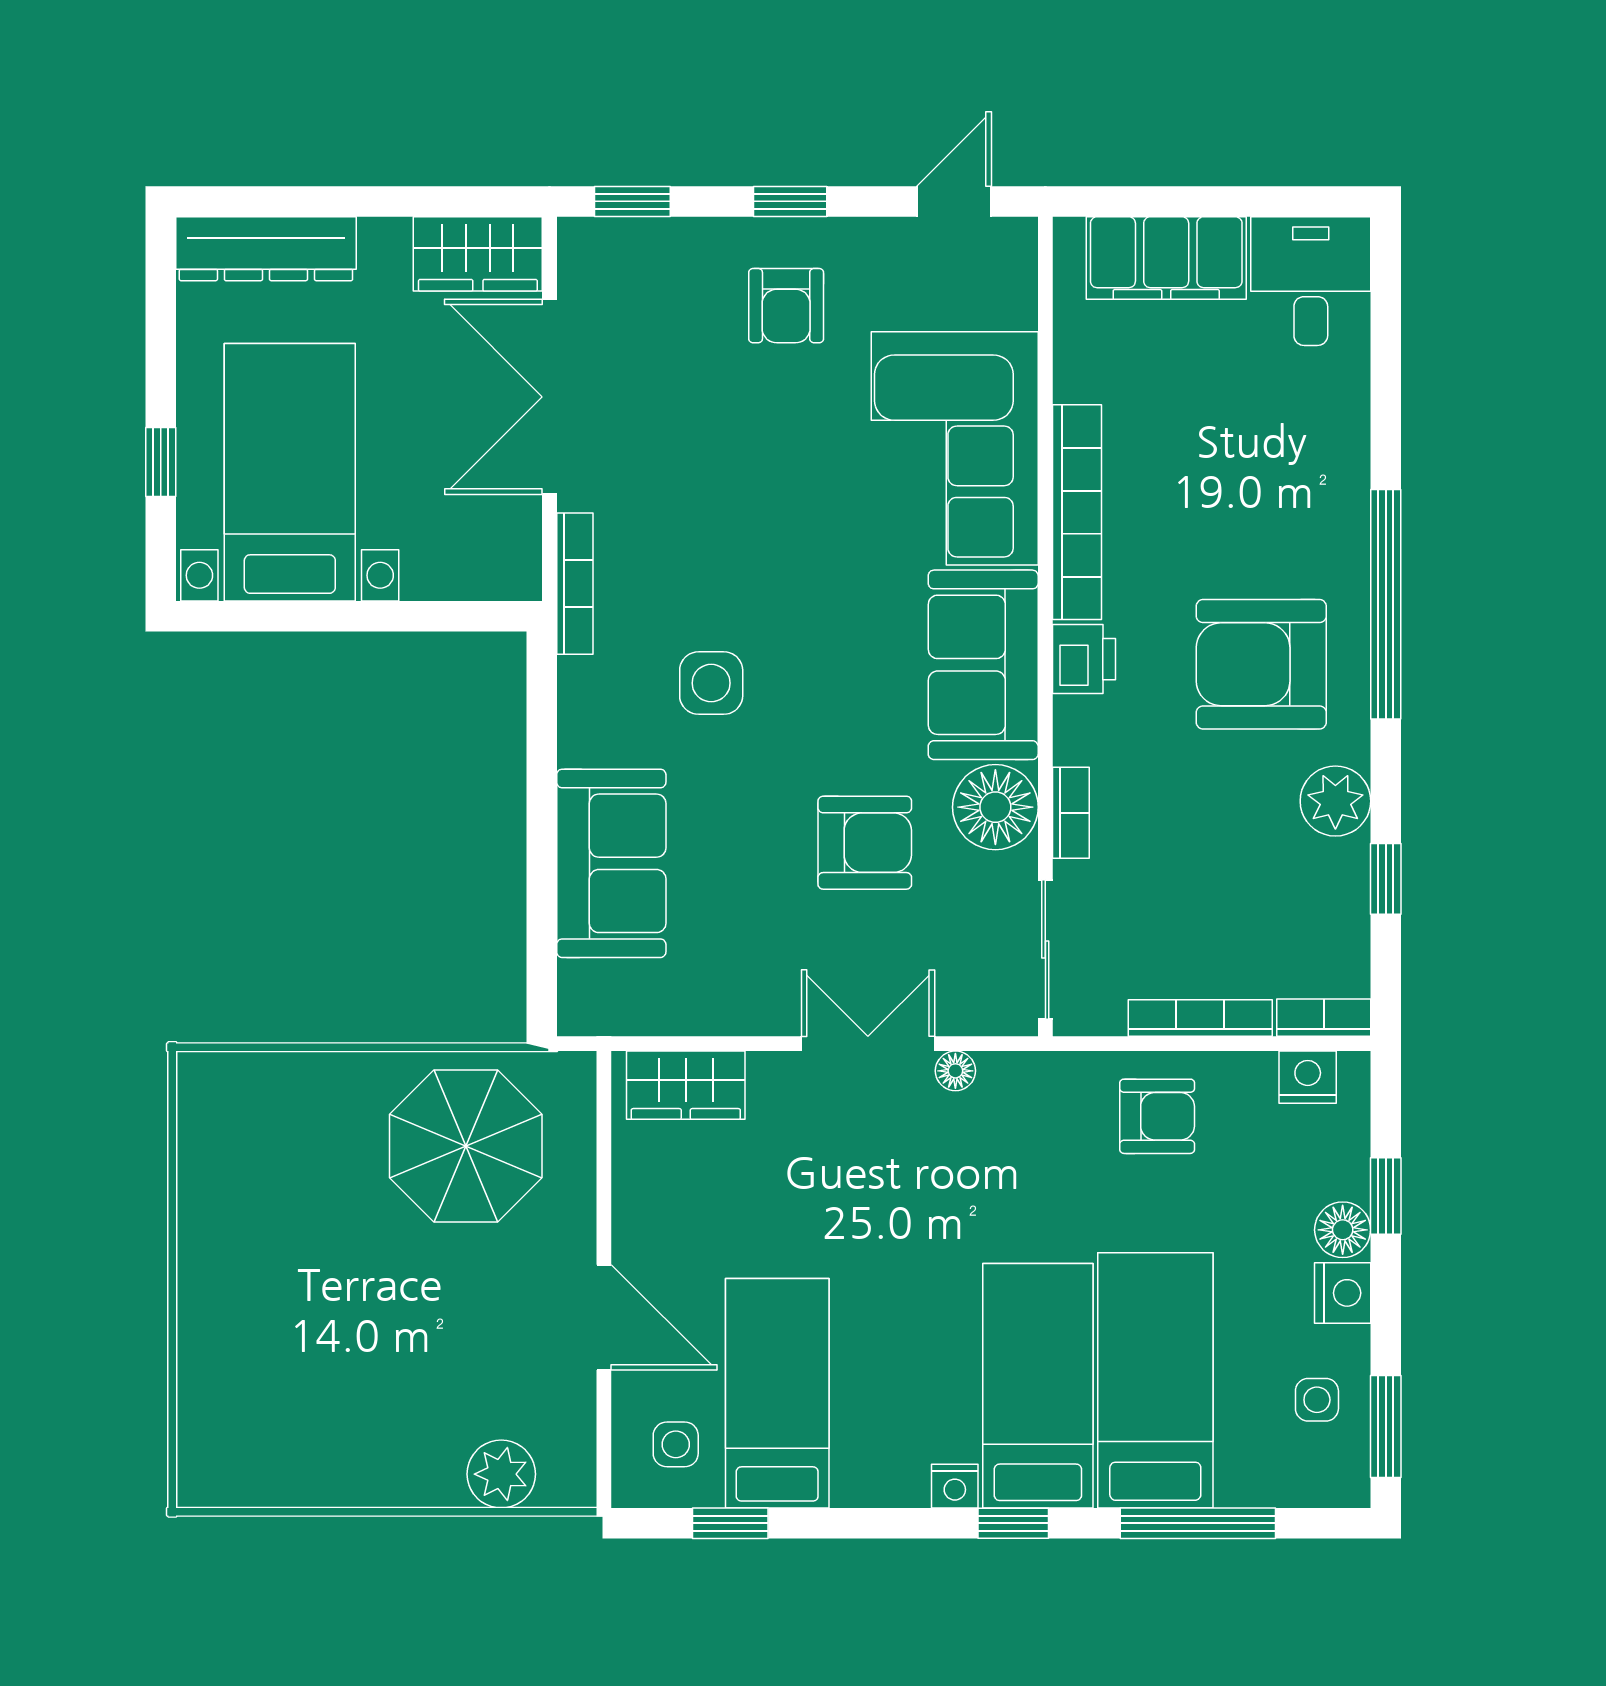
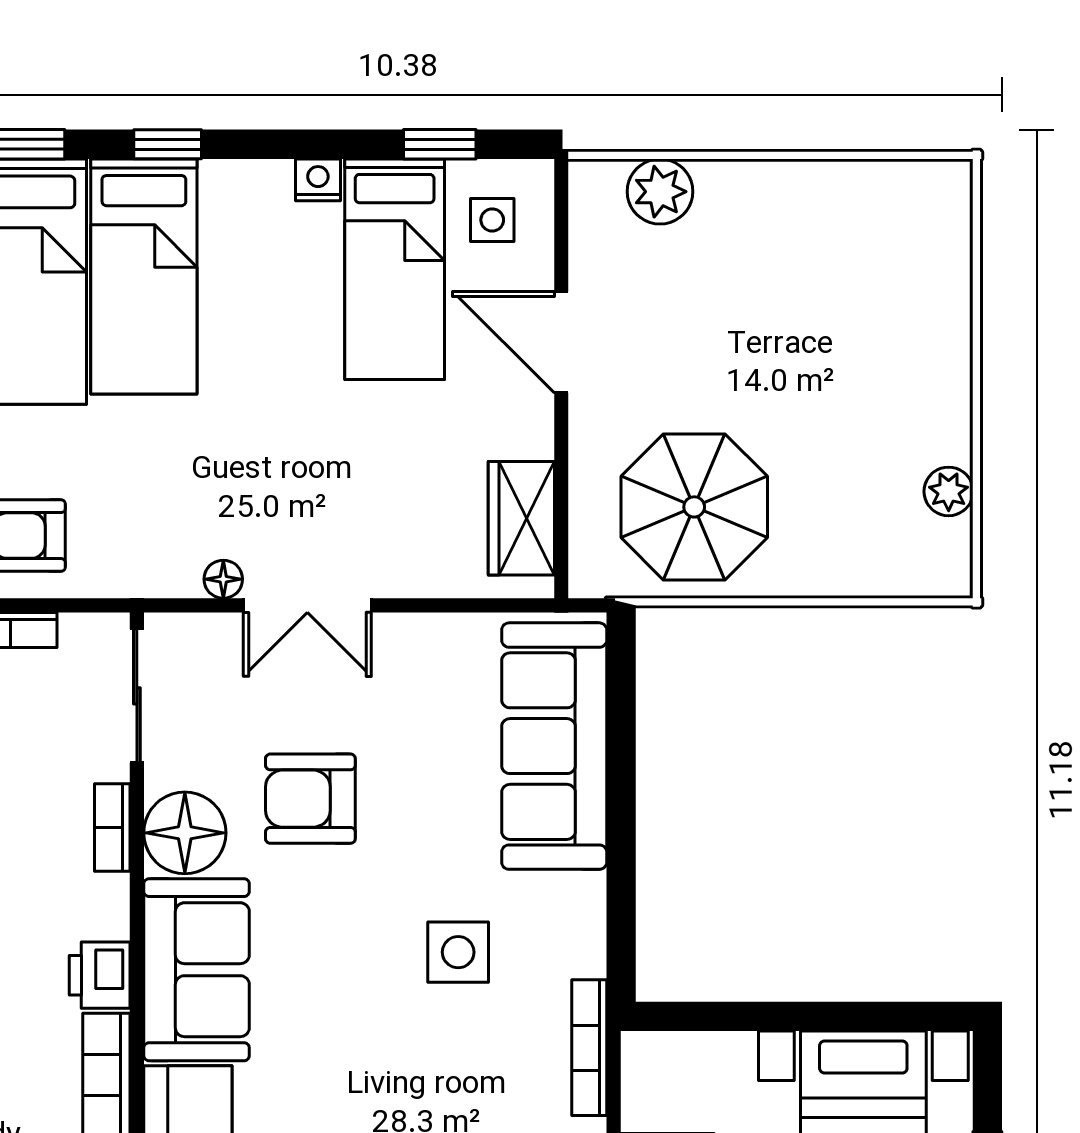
sofa: (611, 863) -> (554, 746), width x1.36
wardrobe: (686, 1085) -> (521, 518), moved, turned -90
plant: (201, 1162) -> (949, 491), added
nightstand: (955, 1486) -> (318, 180), moved

